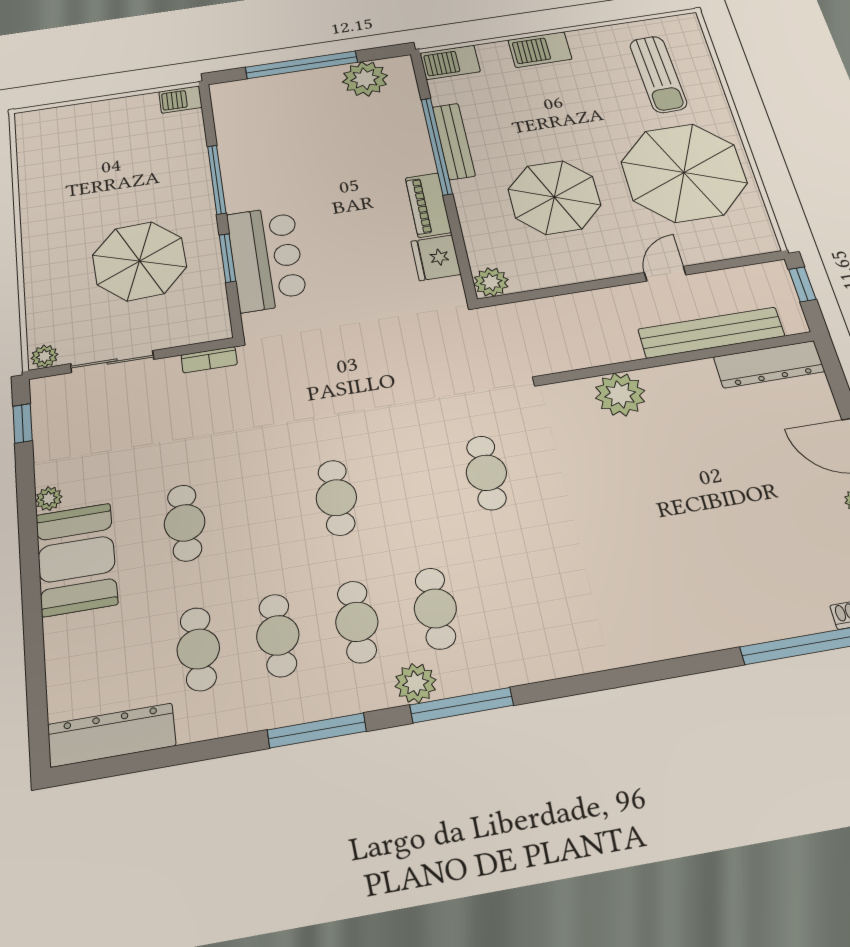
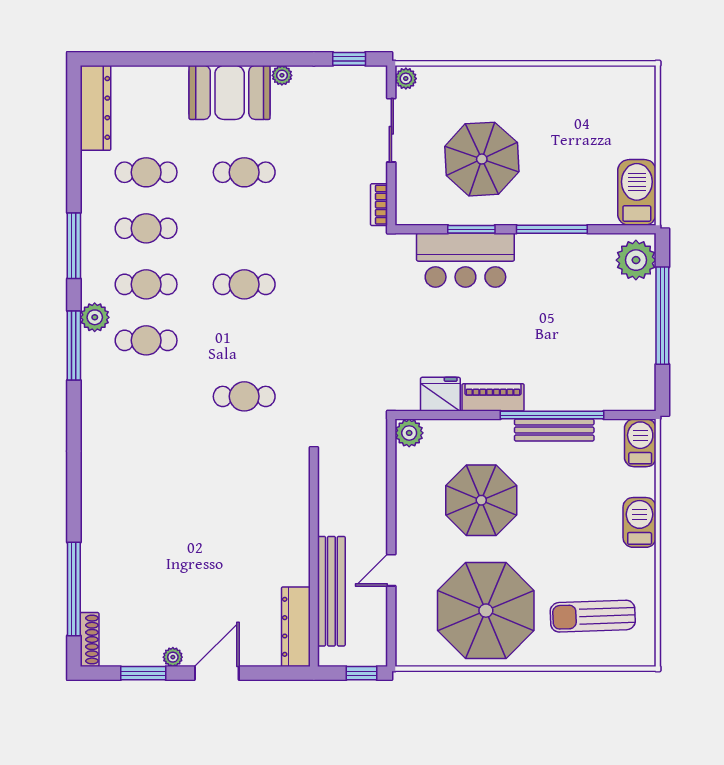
plant: (365, 79) -> (636, 260), moved
barbecue: (181, 100) -> (637, 192), width x1.88, depth x1.53
door: (665, 274) -> (391, 570), swing flipped
plant: (620, 394) -> (291, 509), removed

